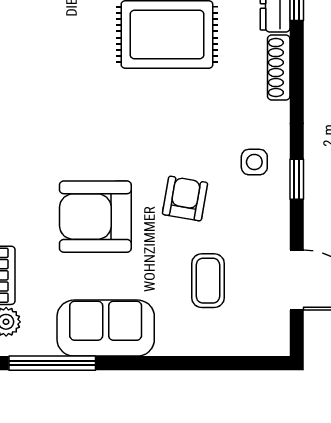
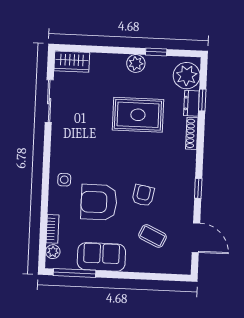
side table: (254, 162) -> (64, 180), moved
coffee table: (208, 281) -> (153, 236), turned -65

